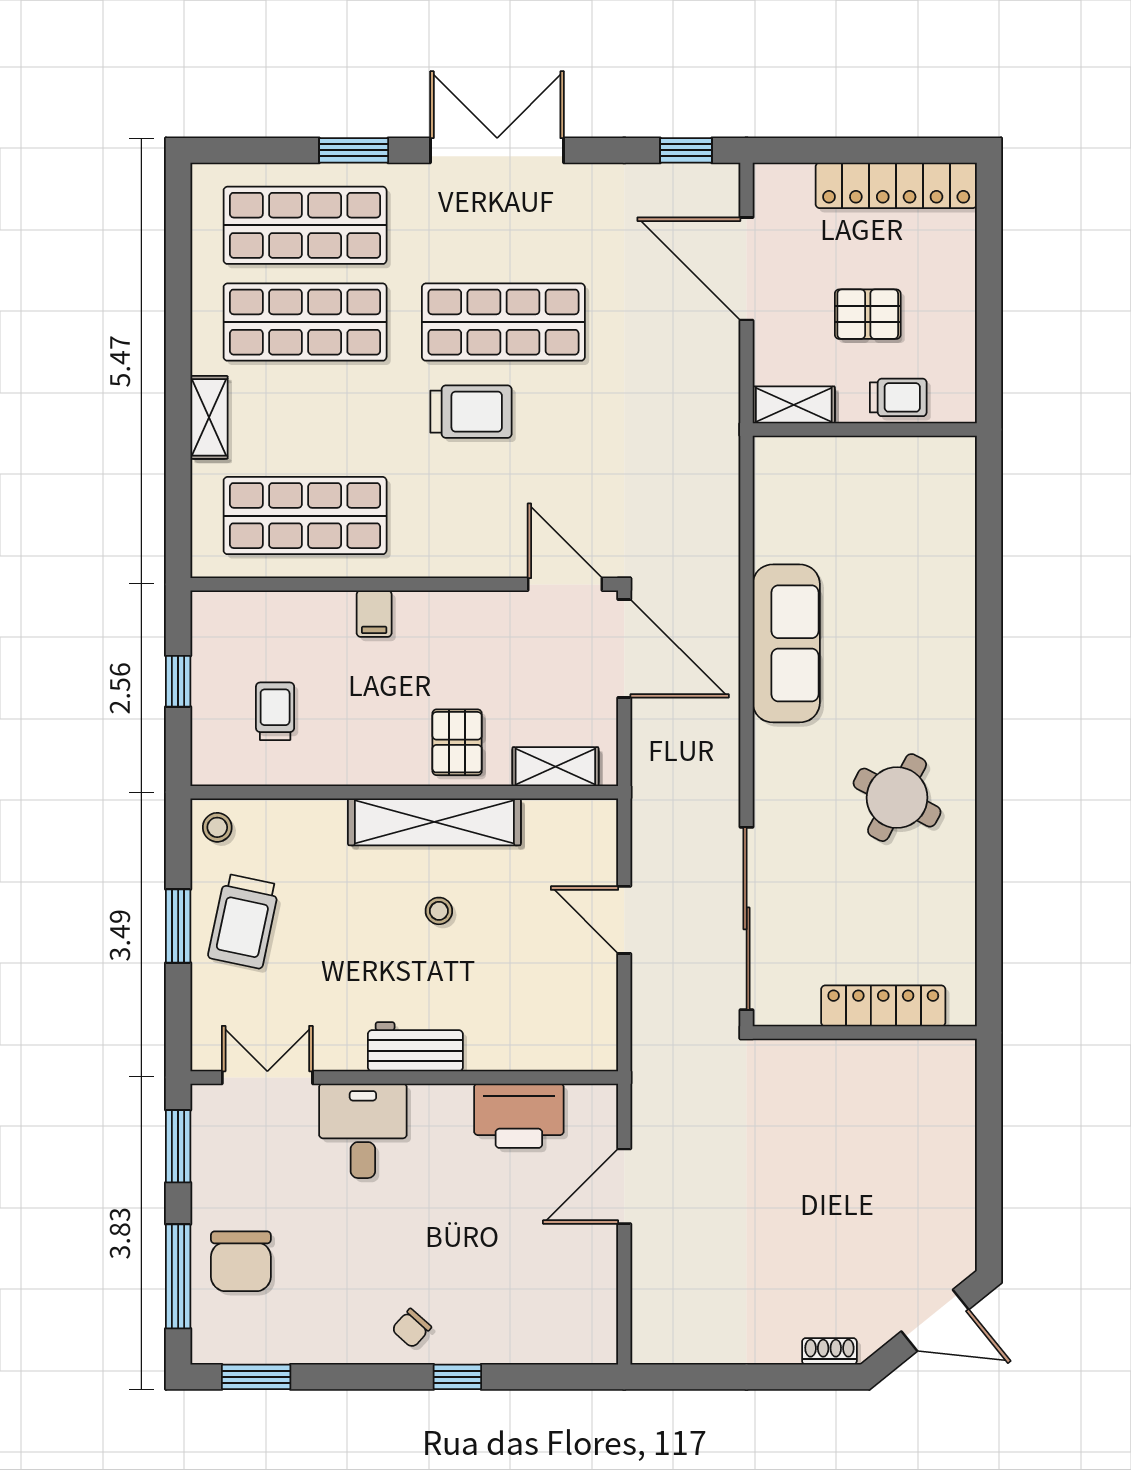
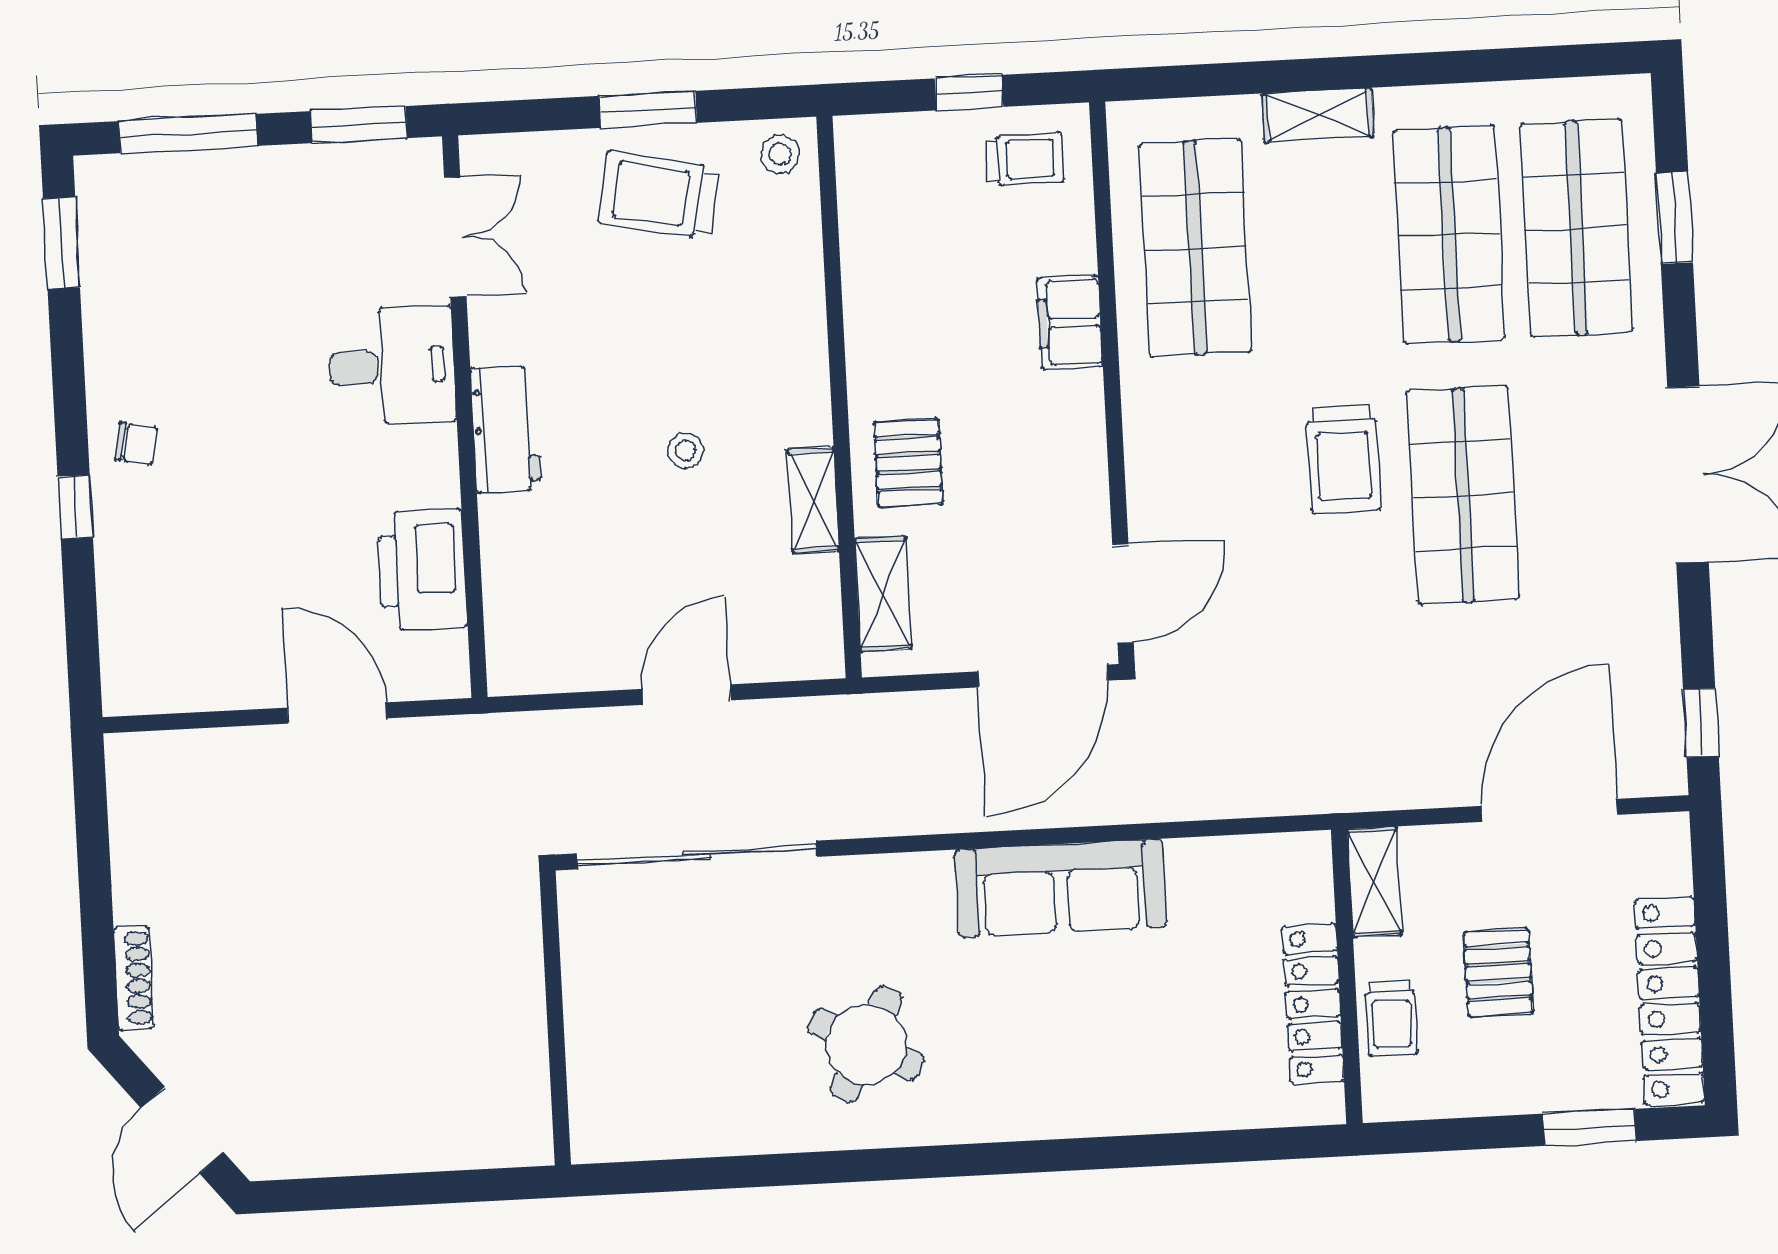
window: (354, 150) -> (1674, 218), moved
window: (989, 251) -> (1589, 1127), added
filing cabinet: (374, 614) -> (1070, 322), width x2.00
trolley: (275, 711) -> (1025, 159), moved
pallet: (457, 742) -> (908, 463), turned 90
shelving: (434, 822) -> (813, 500), width x0.45, depth x0.75
locker: (883, 1006) -> (1313, 1004), moved, turned 180
chair: (241, 1261) -> (212, 215), removed
chair: (411, 1328) -> (136, 443), turned 149
shoe rack: (829, 1351) -> (134, 978), width x1.43

